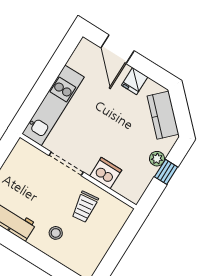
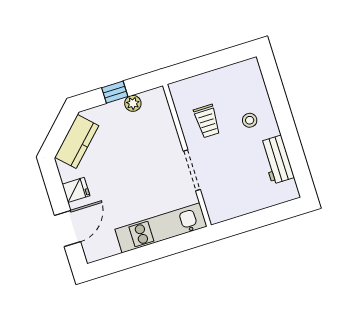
plant: (157, 159) -> (133, 103), moved
dishwasher: (106, 173) -> (165, 134), removed
trolley: (85, 207) -> (207, 121), turned 97

